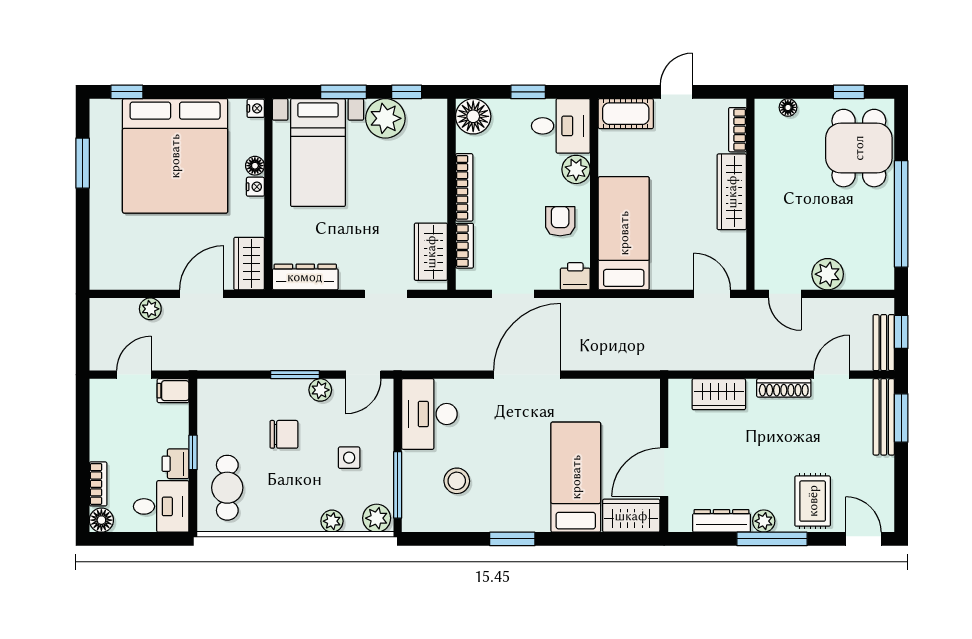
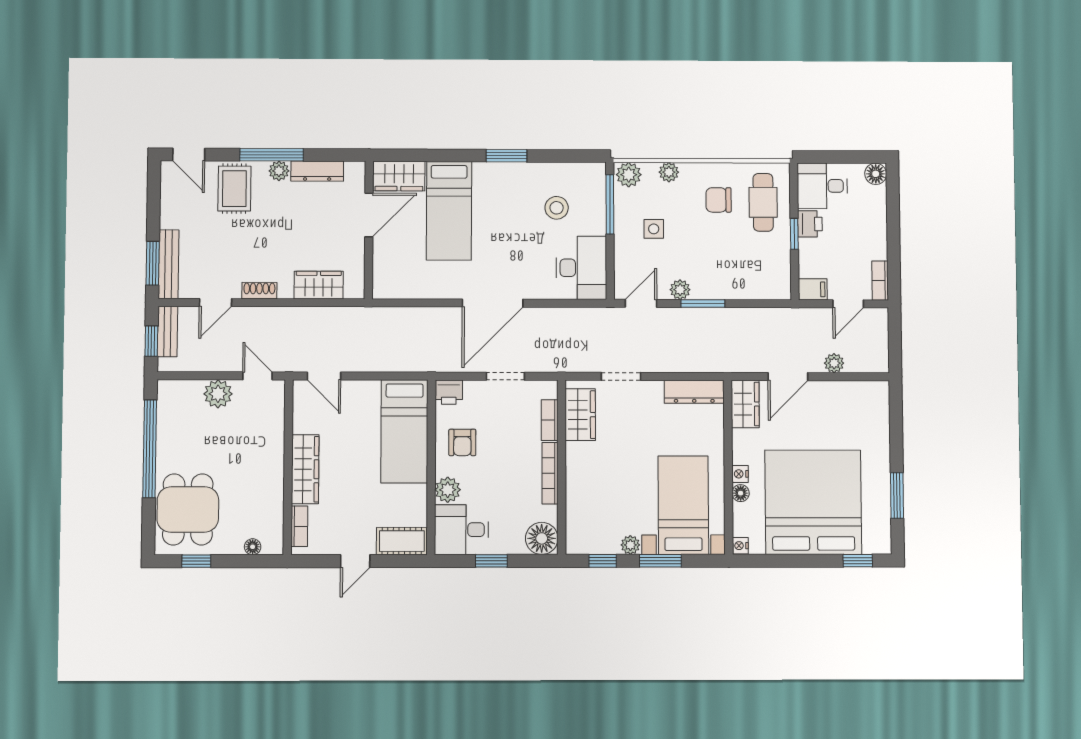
plant: (385, 118) -> (630, 545), width x0.53, depth x0.53
shoe rack: (784, 388) -> (259, 291), width x0.70
chair: (284, 434) -> (719, 200), moved
bookcase: (98, 484) -> (880, 281), moved

